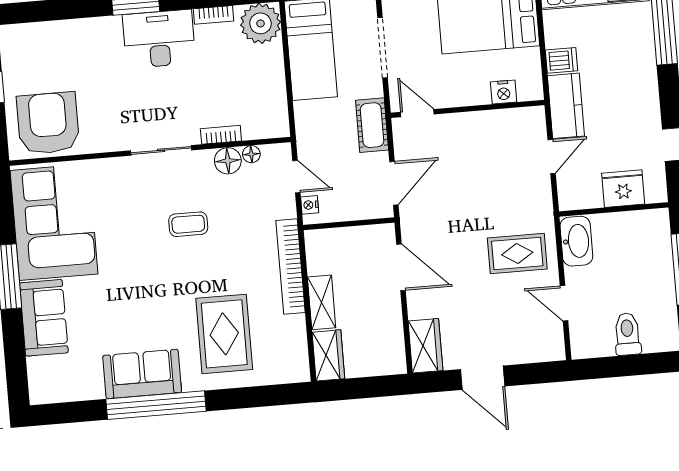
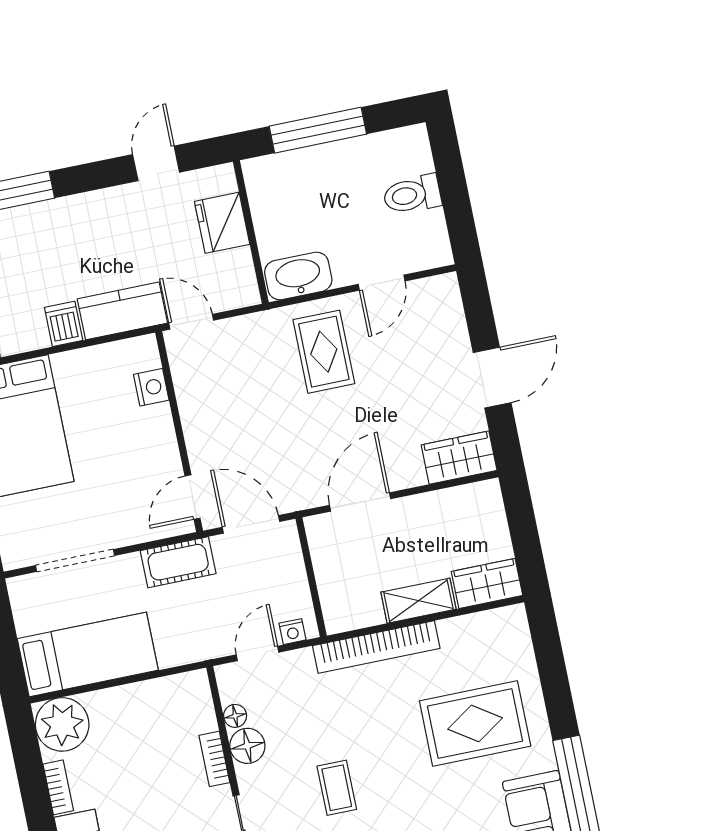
nightstand: (504, 92) -> (151, 387), moved
wall: (468, 109) -> (179, 432), moved
door: (417, 113) -> (192, 497), moved

